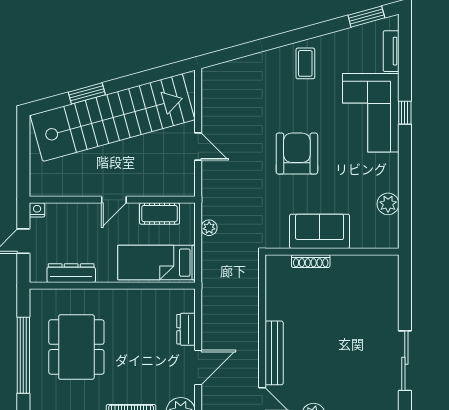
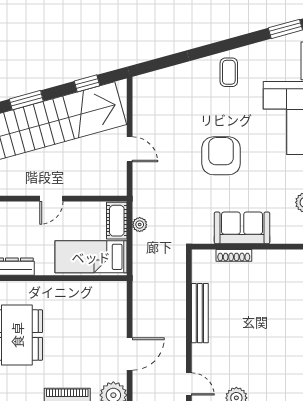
window: (152, 75) -> (87, 83), added
cot: (160, 214) -> (117, 221), moved, turned 90
dresser: (186, 329) -> (118, 319), removed
bench: (274, 353) -> (200, 313), moved

